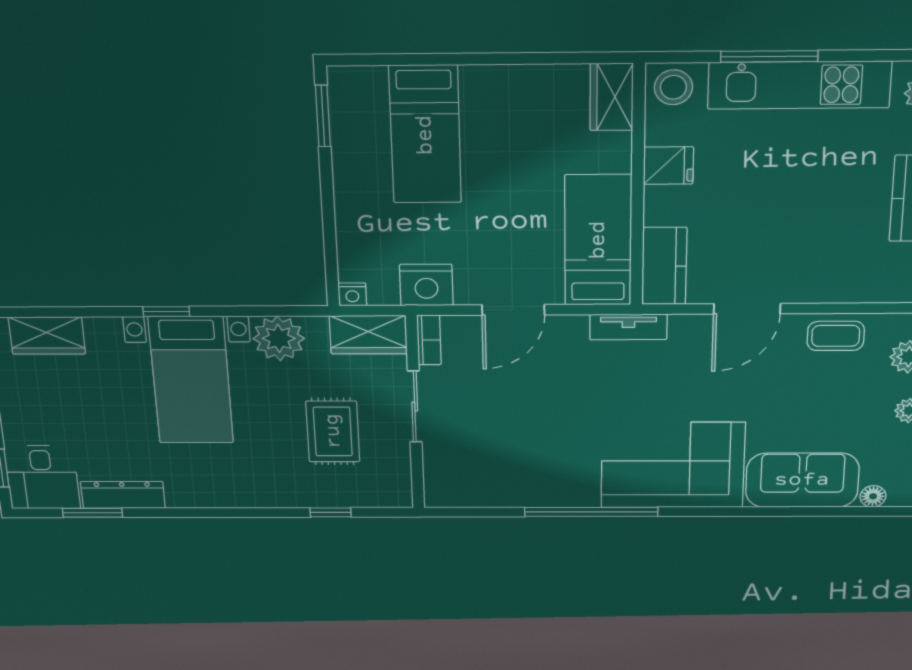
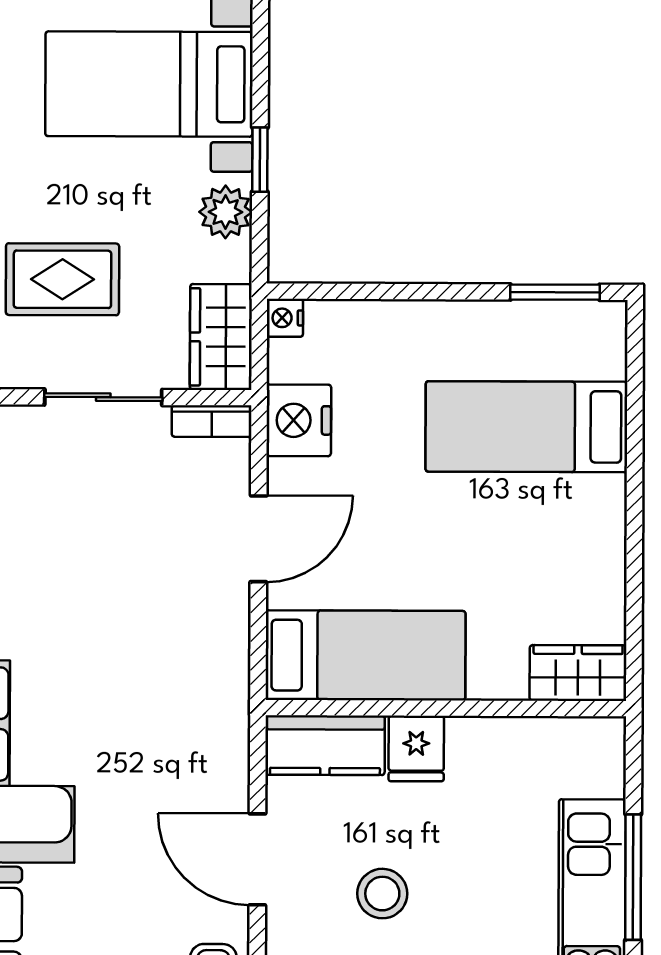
stool: (673, 87) -> (382, 894), moved
fridge: (668, 166) -> (416, 749), moved
door: (513, 310) -> (259, 539), swing flipped
window: (166, 312) -> (260, 160), moved
tv unit: (628, 327) -> (230, 697), removed
plant: (279, 338) -> (226, 212), width x0.73, depth x0.73

